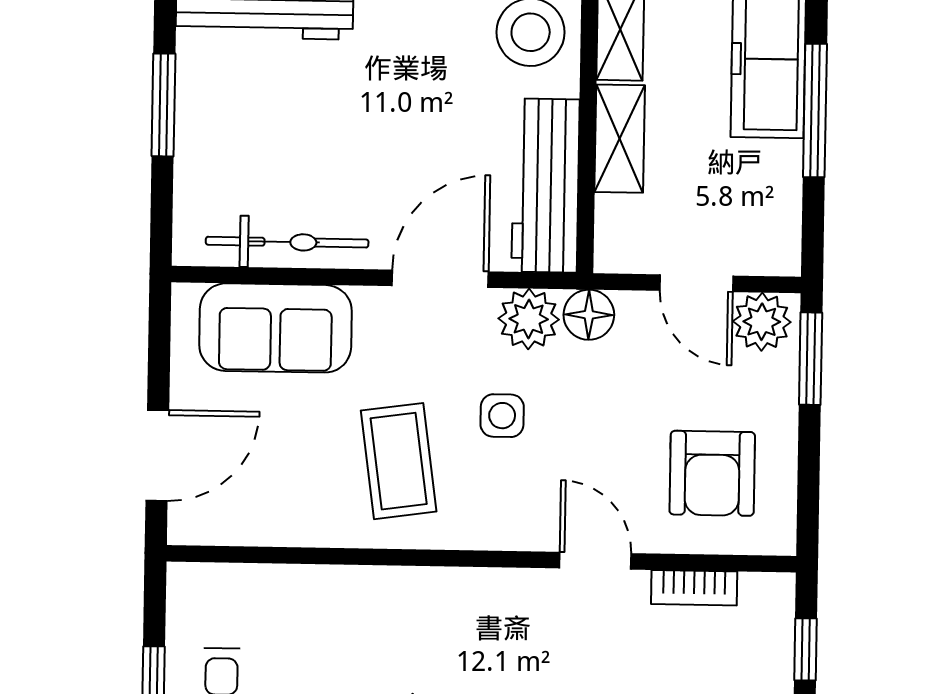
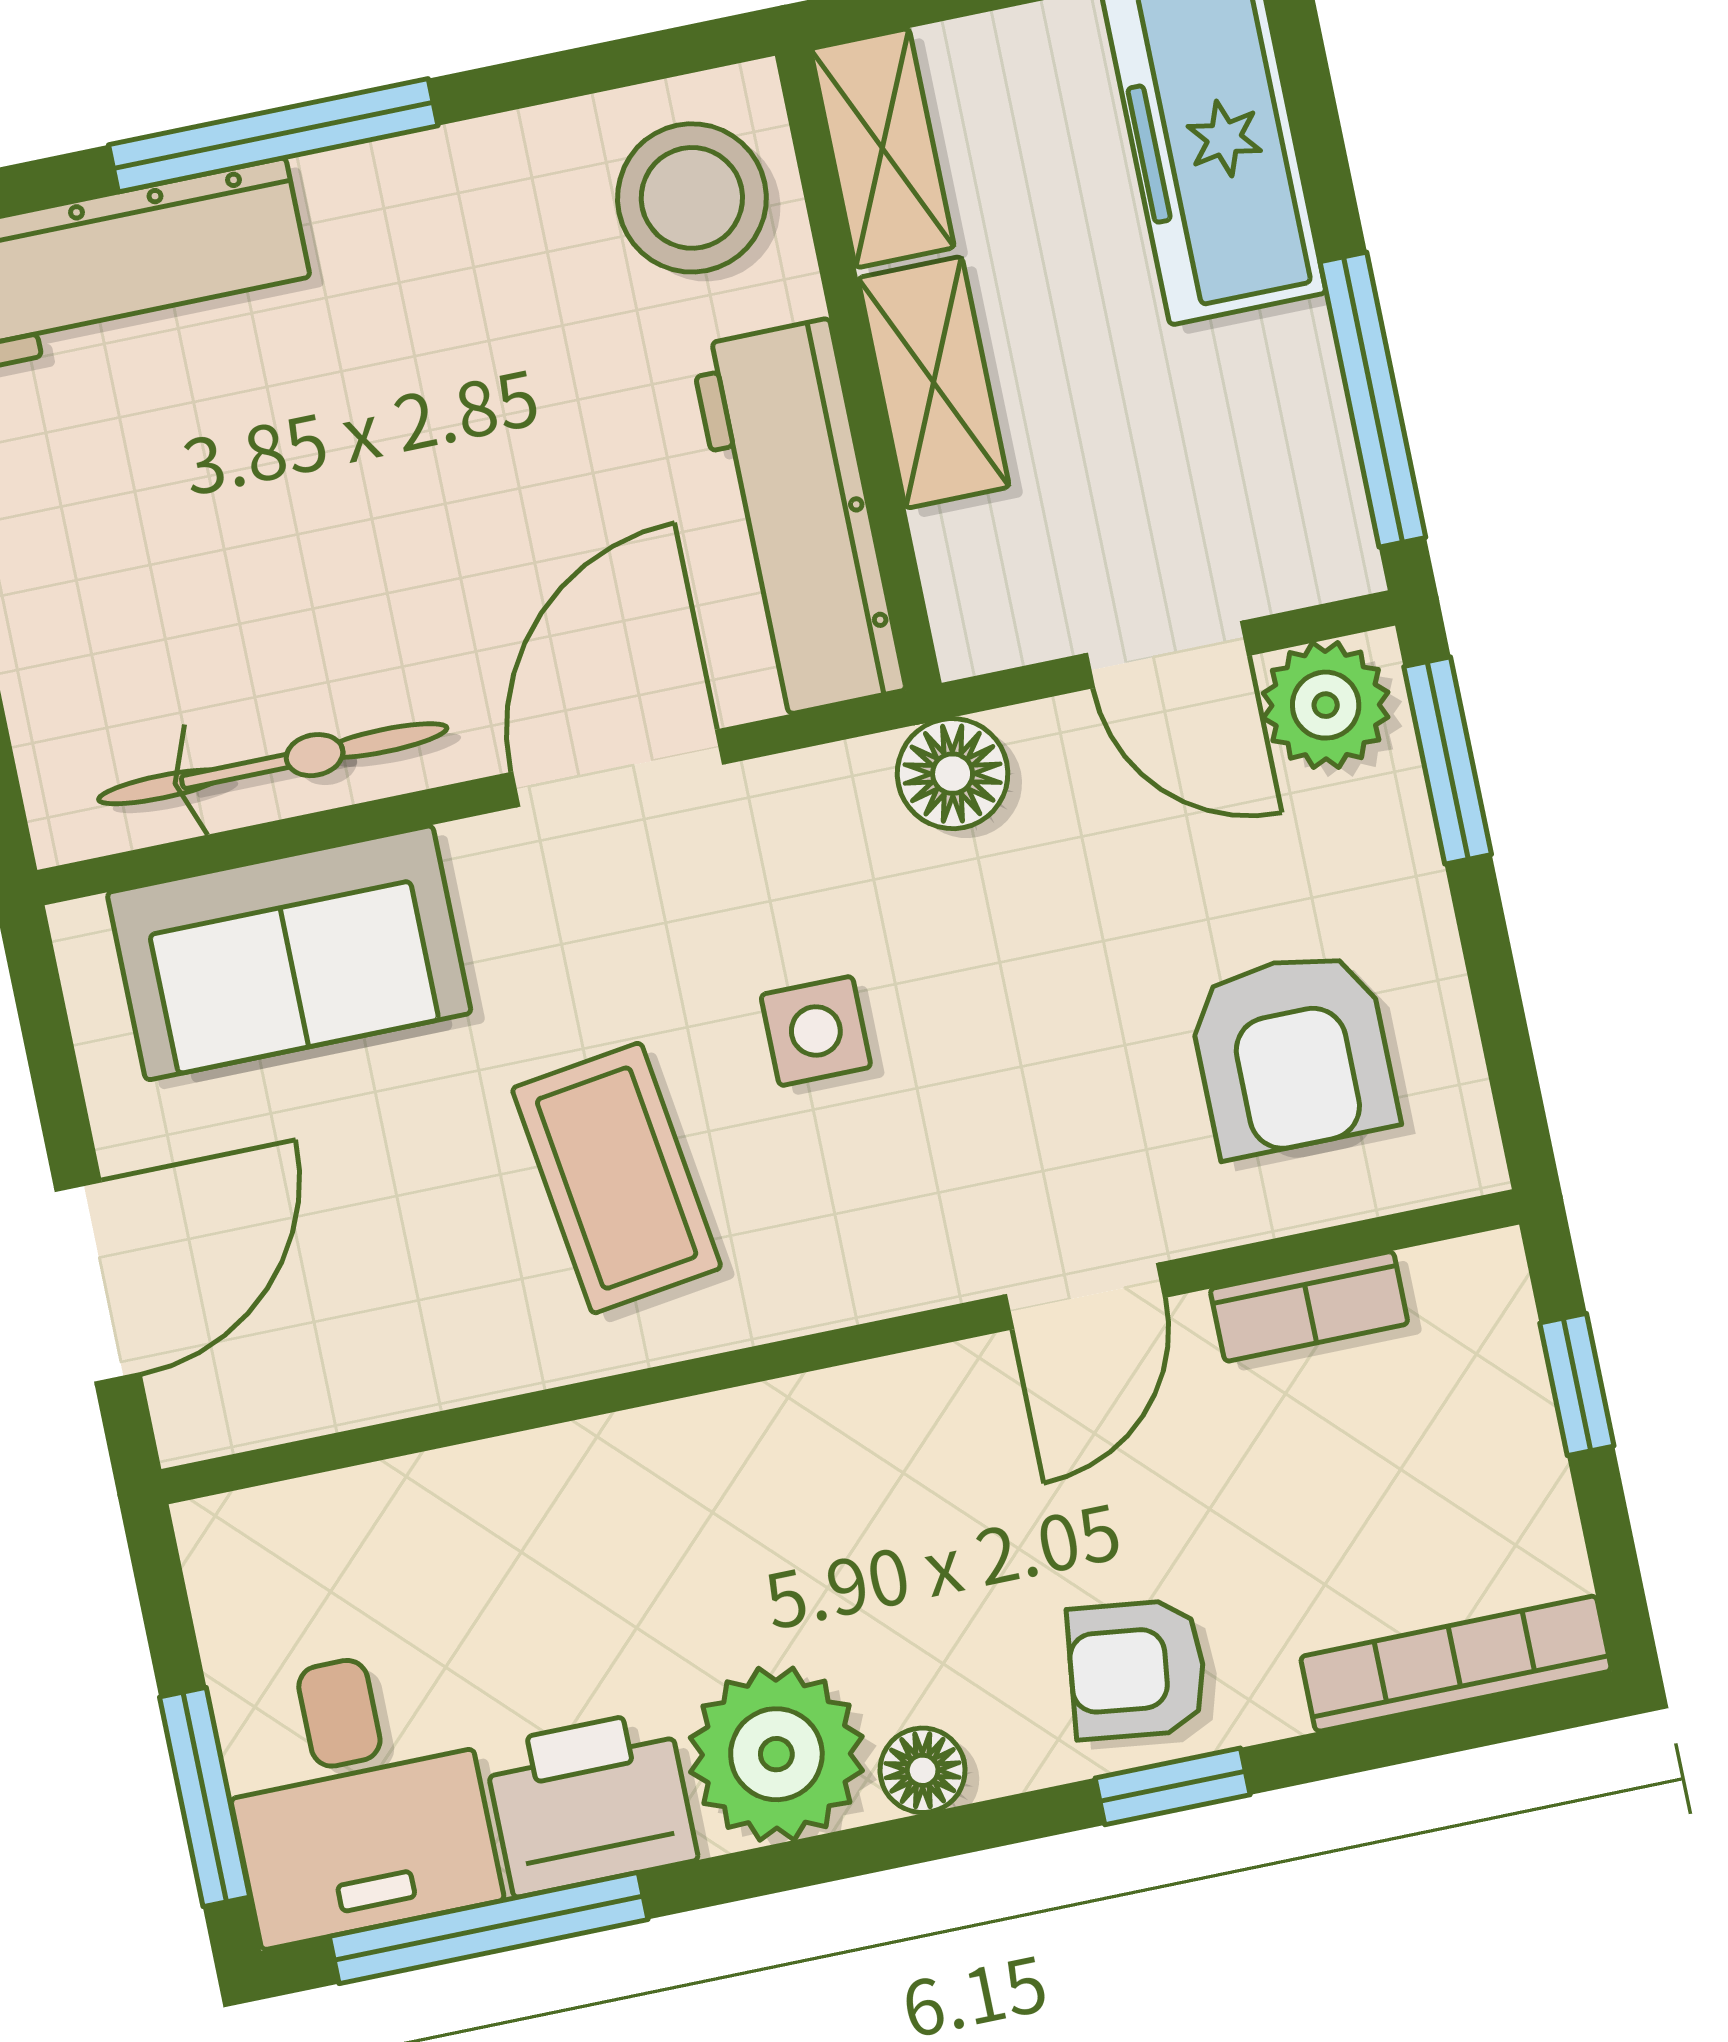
window: (815, 110) -> (1373, 400), moved
plant: (529, 319) -> (826, 812), removed
door: (595, 561) -> (1085, 1296), swing flipped

